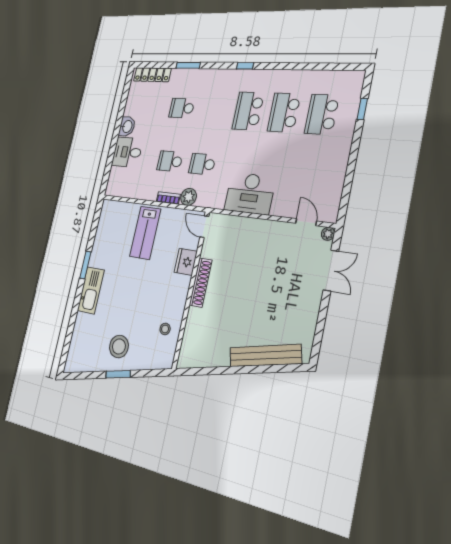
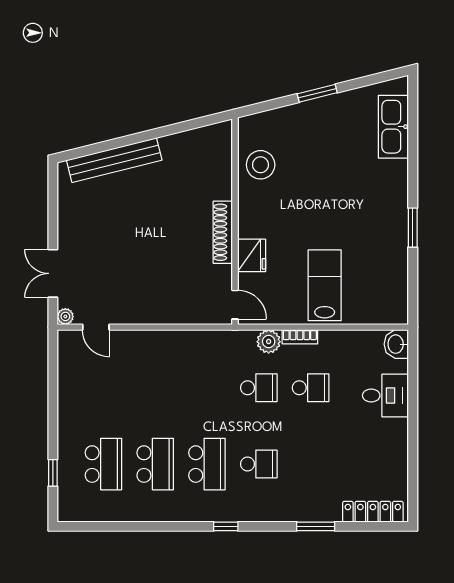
school desk: (182, 108) -> (259, 464), moved
washbasin: (127, 126) -> (396, 344), moved
desk: (250, 194) -> (179, 355), removed
kitchen sink: (91, 290) -> (393, 127), moved
stool: (165, 329) -> (261, 165), width x1.89, depth x1.89
stool: (119, 346) -> (326, 129), removed

